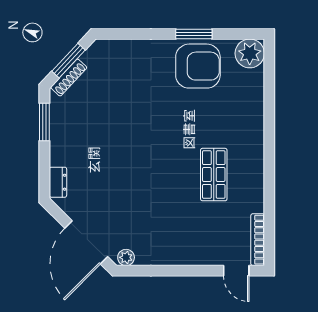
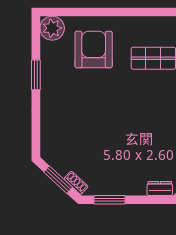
armchair: (198, 66) -> (94, 50), moved
shoe rack: (69, 78) -> (76, 183), width x0.70

